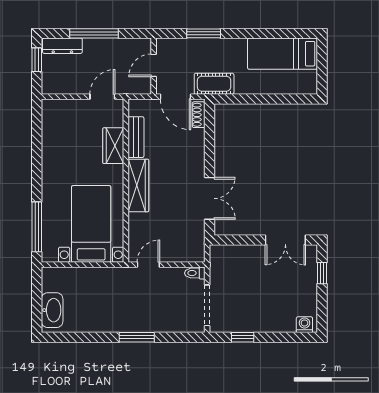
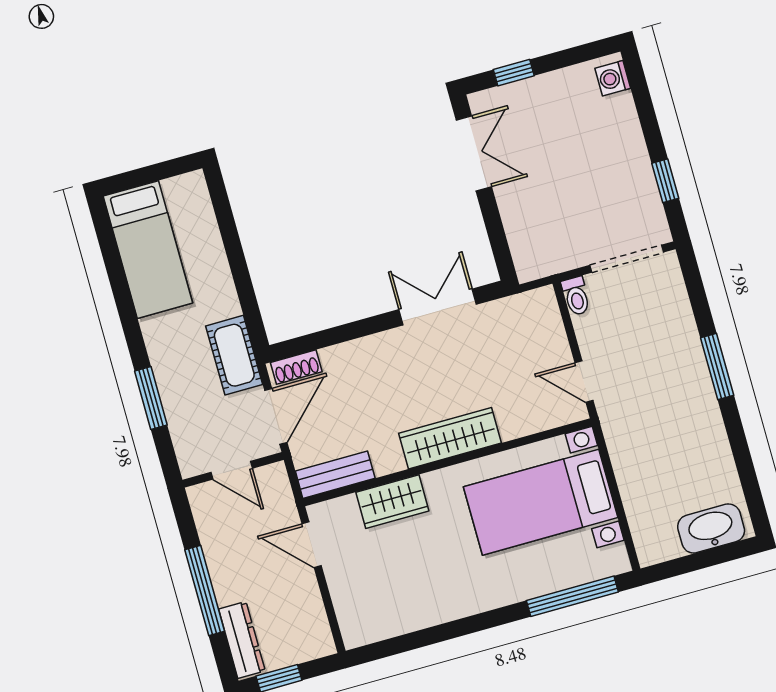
bench: (136, 137) -> (335, 475), moved

